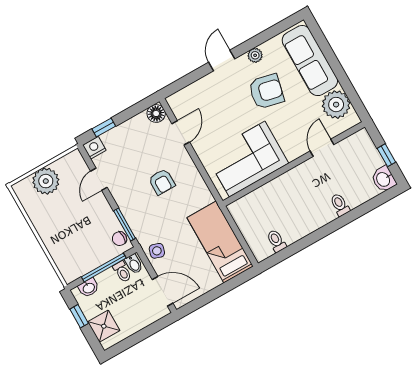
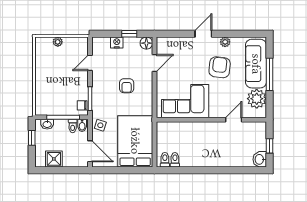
window: (335, 64) -> (270, 74), added
armchair: (266, 91) -> (220, 67), turned -97
window: (104, 127) -> (129, 34), moved
nightstand: (94, 148) -> (117, 43), moved
plant: (46, 181) -> (58, 42), width x0.53, depth x0.53
toilet: (340, 205) -> (165, 160), moved
bed: (220, 242) -> (135, 141), width x1.50
shower: (104, 326) -> (54, 159), moved

